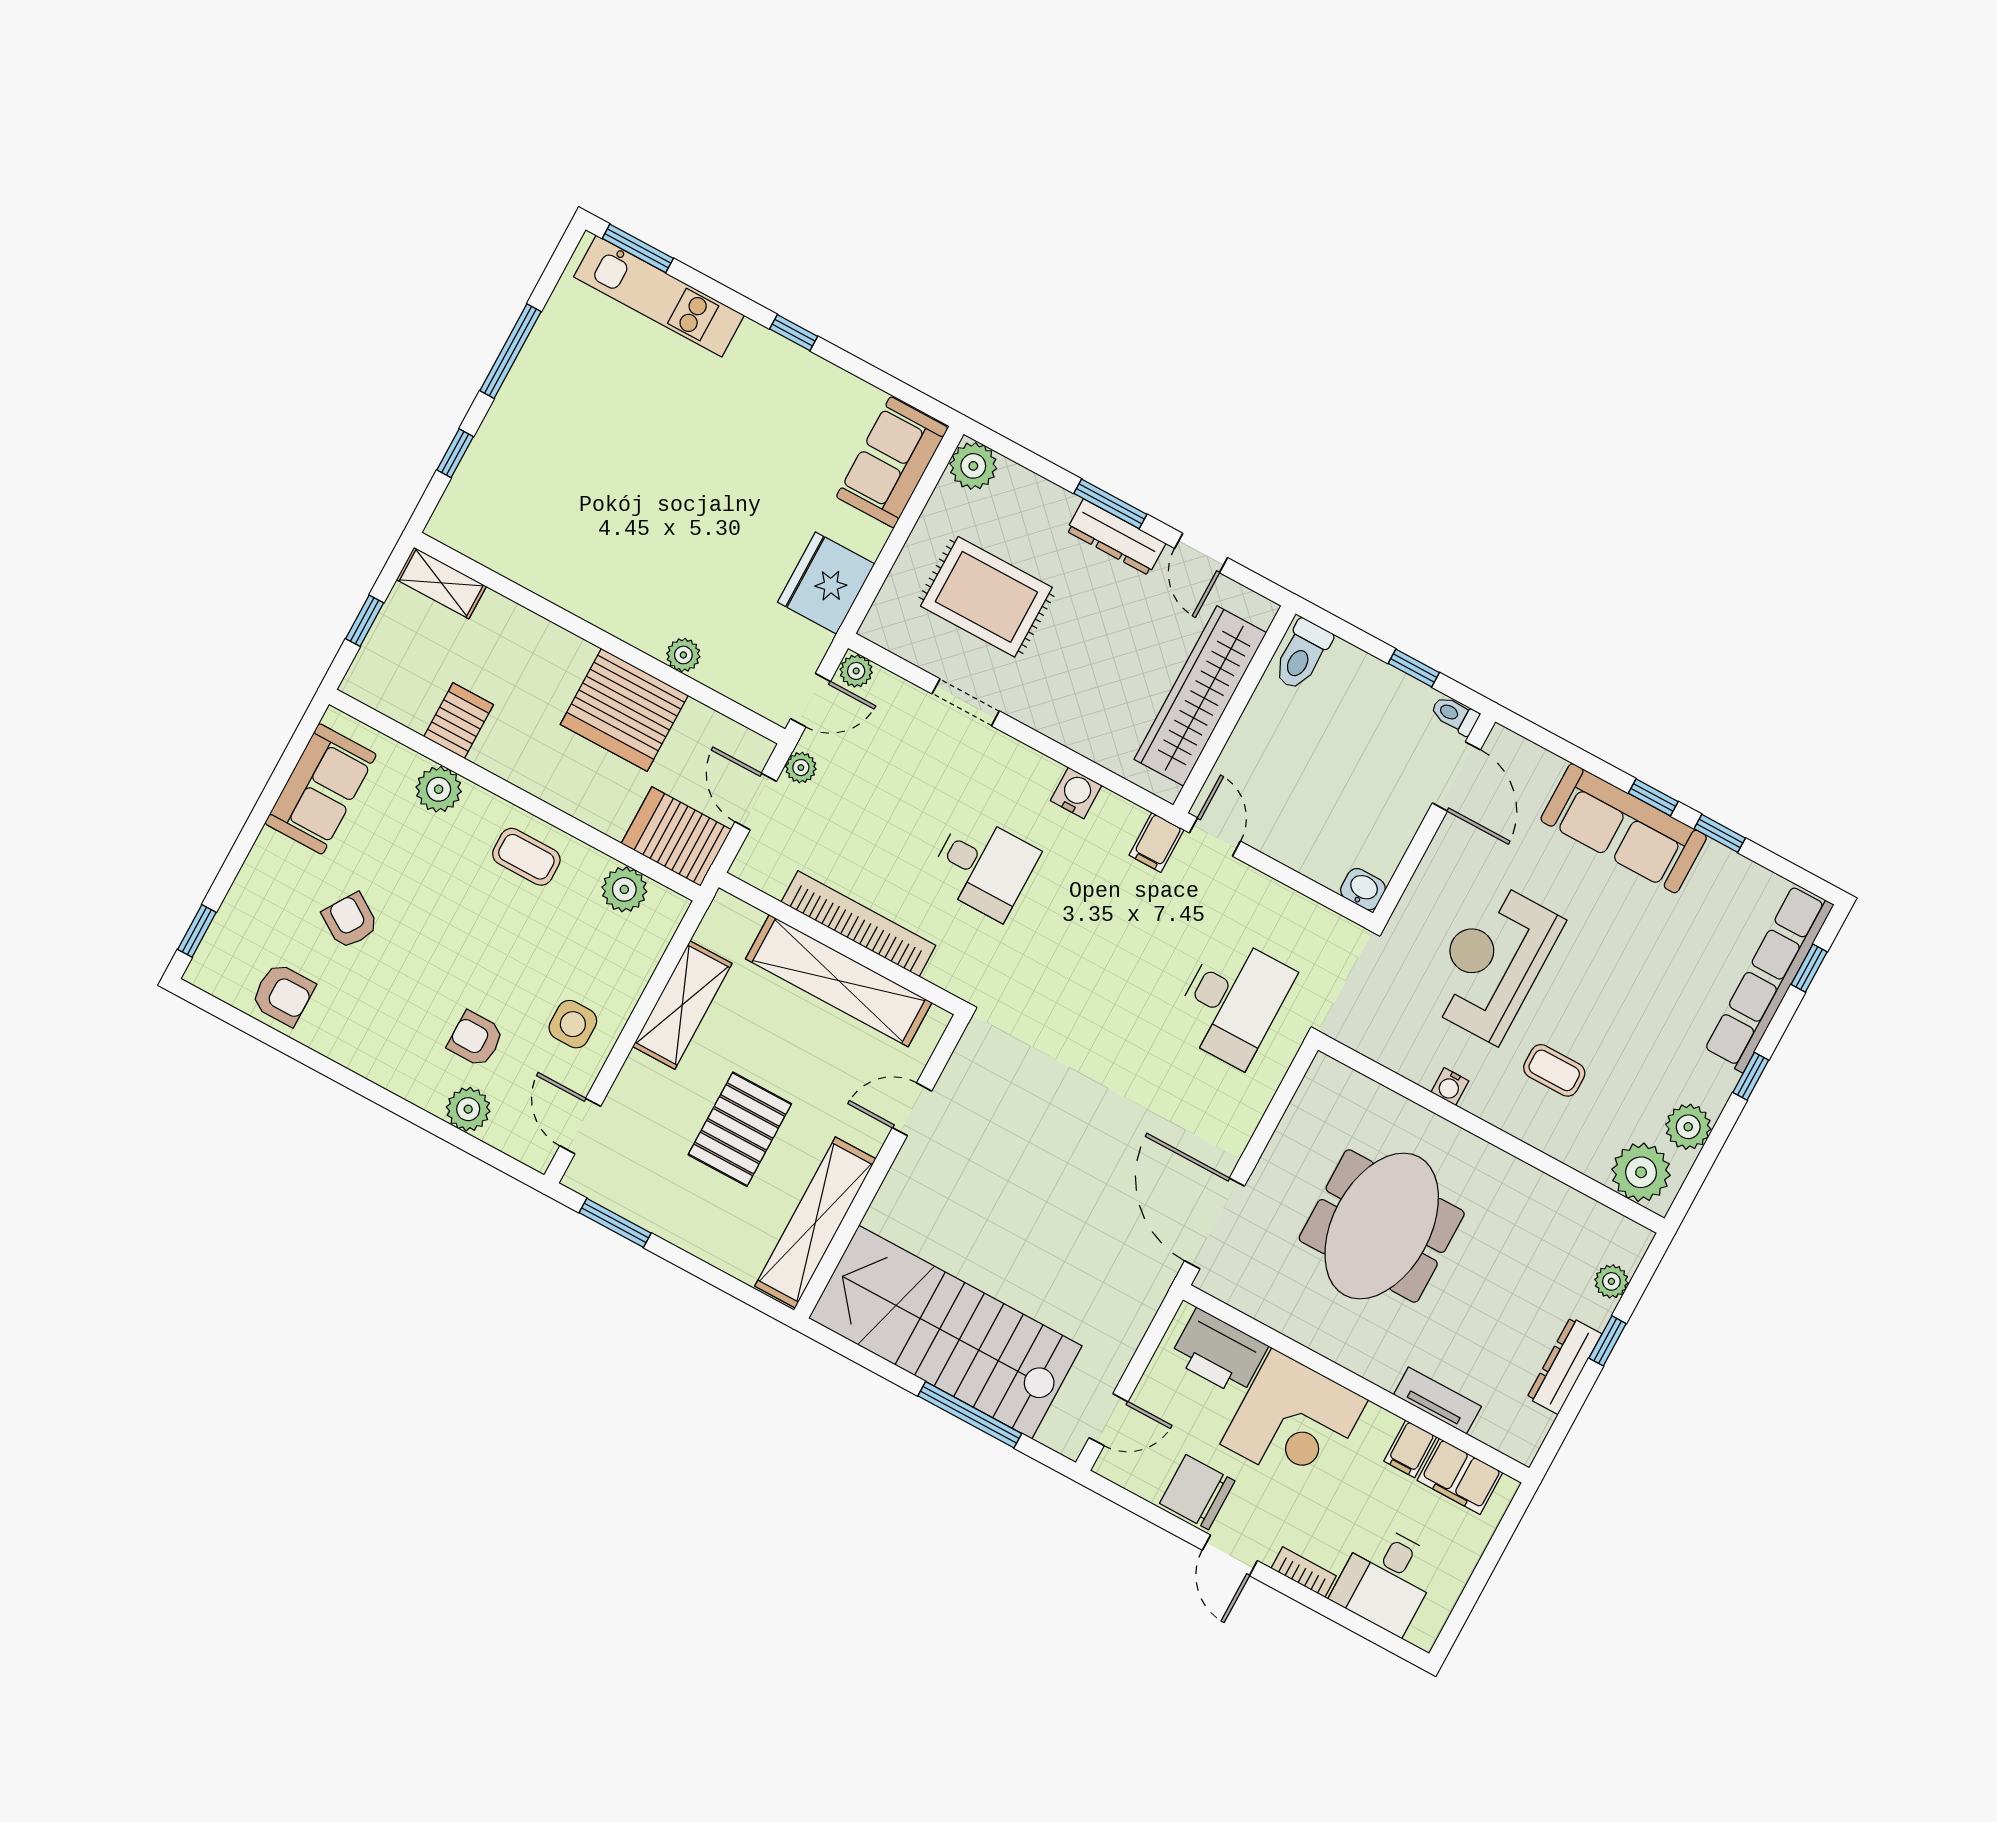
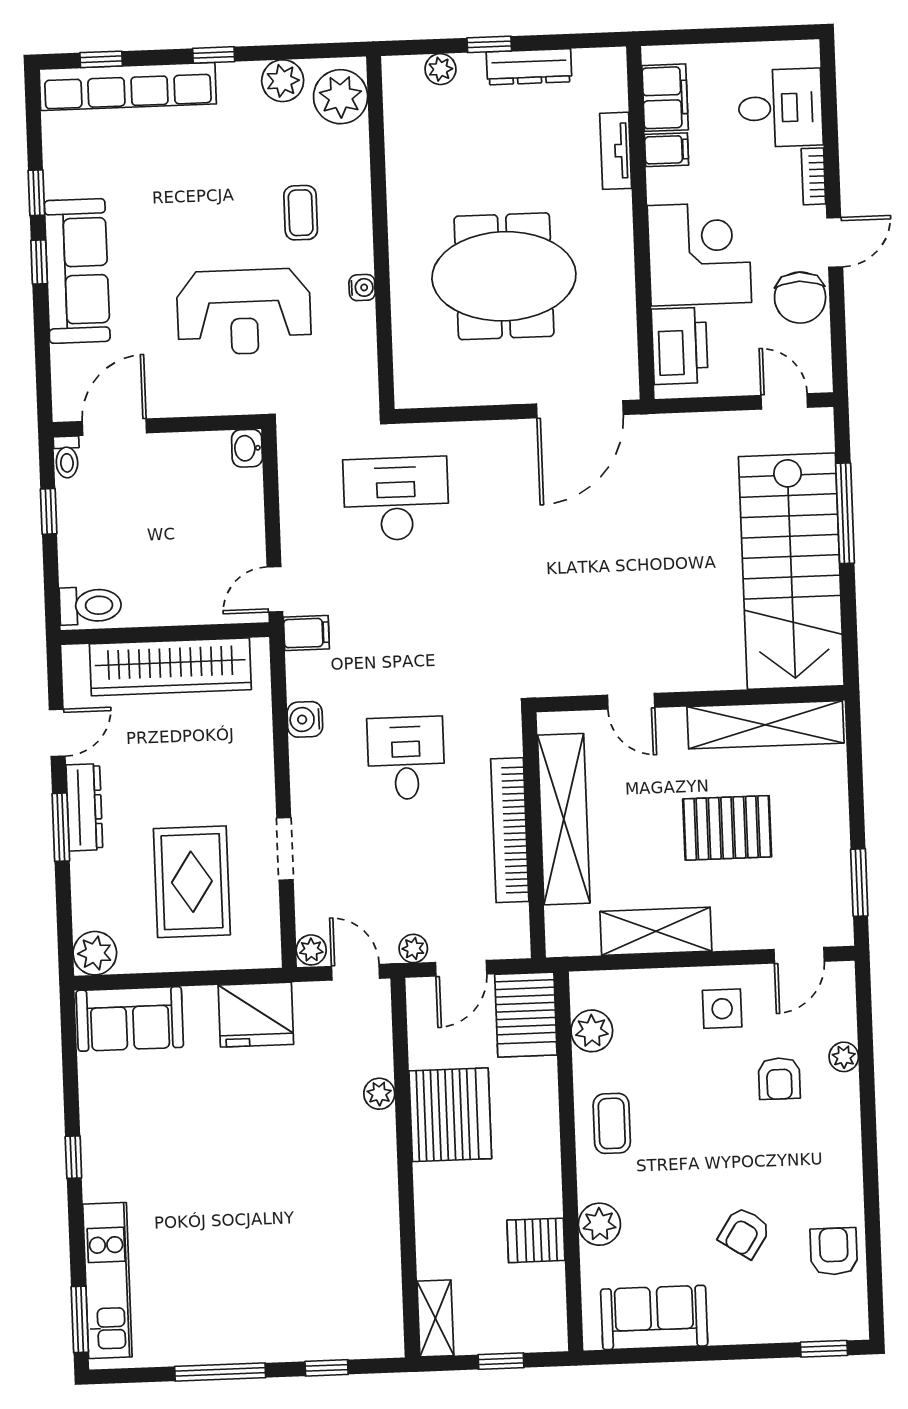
plant: (468, 1109) -> (844, 1057), width x0.73, depth x0.73

